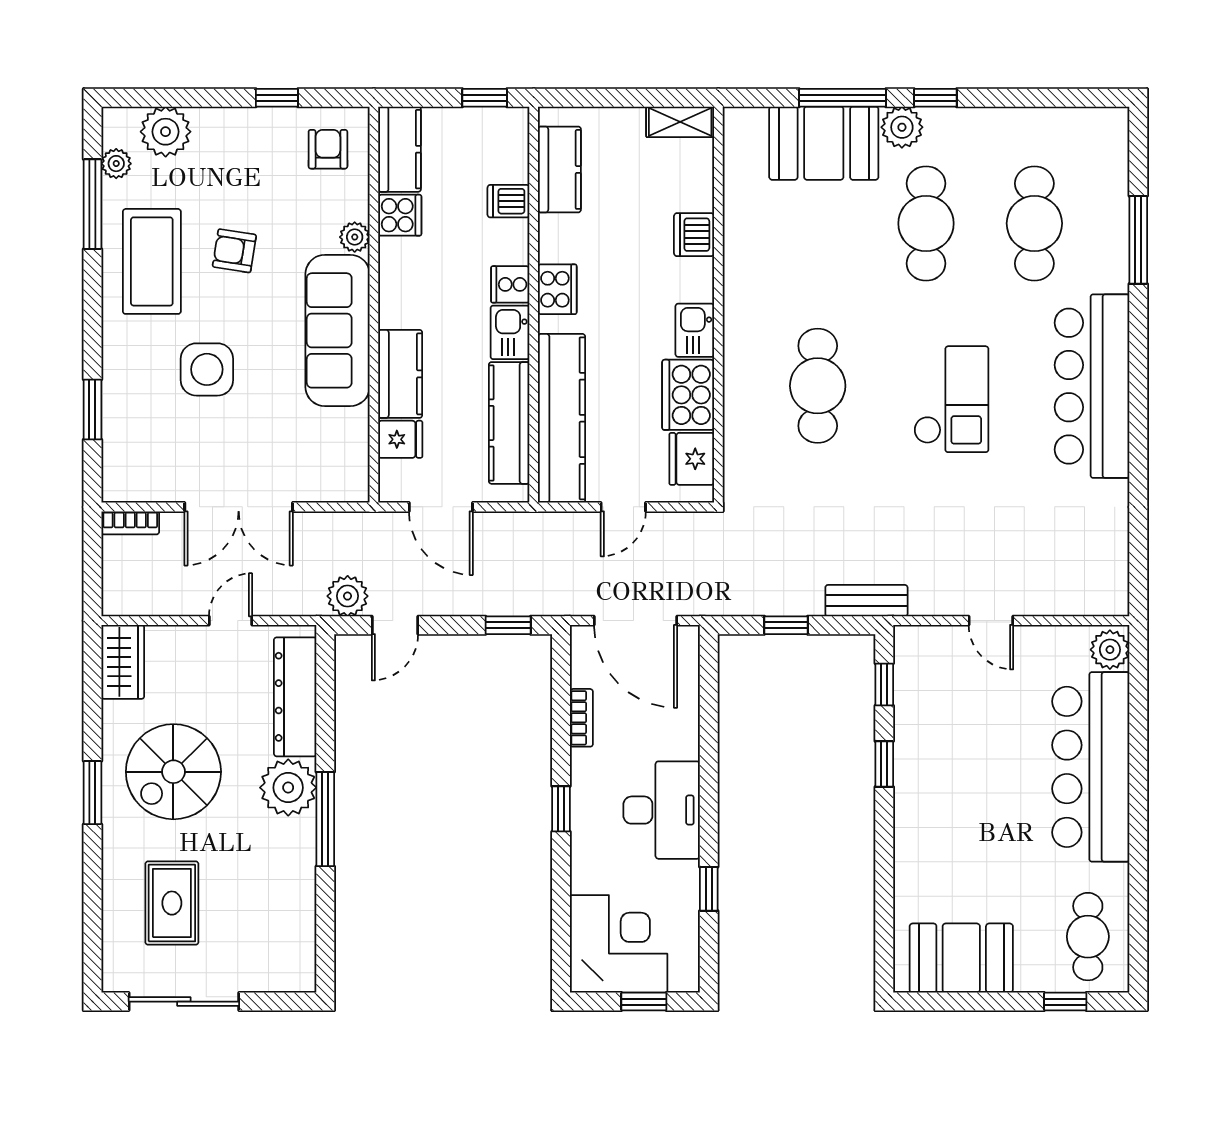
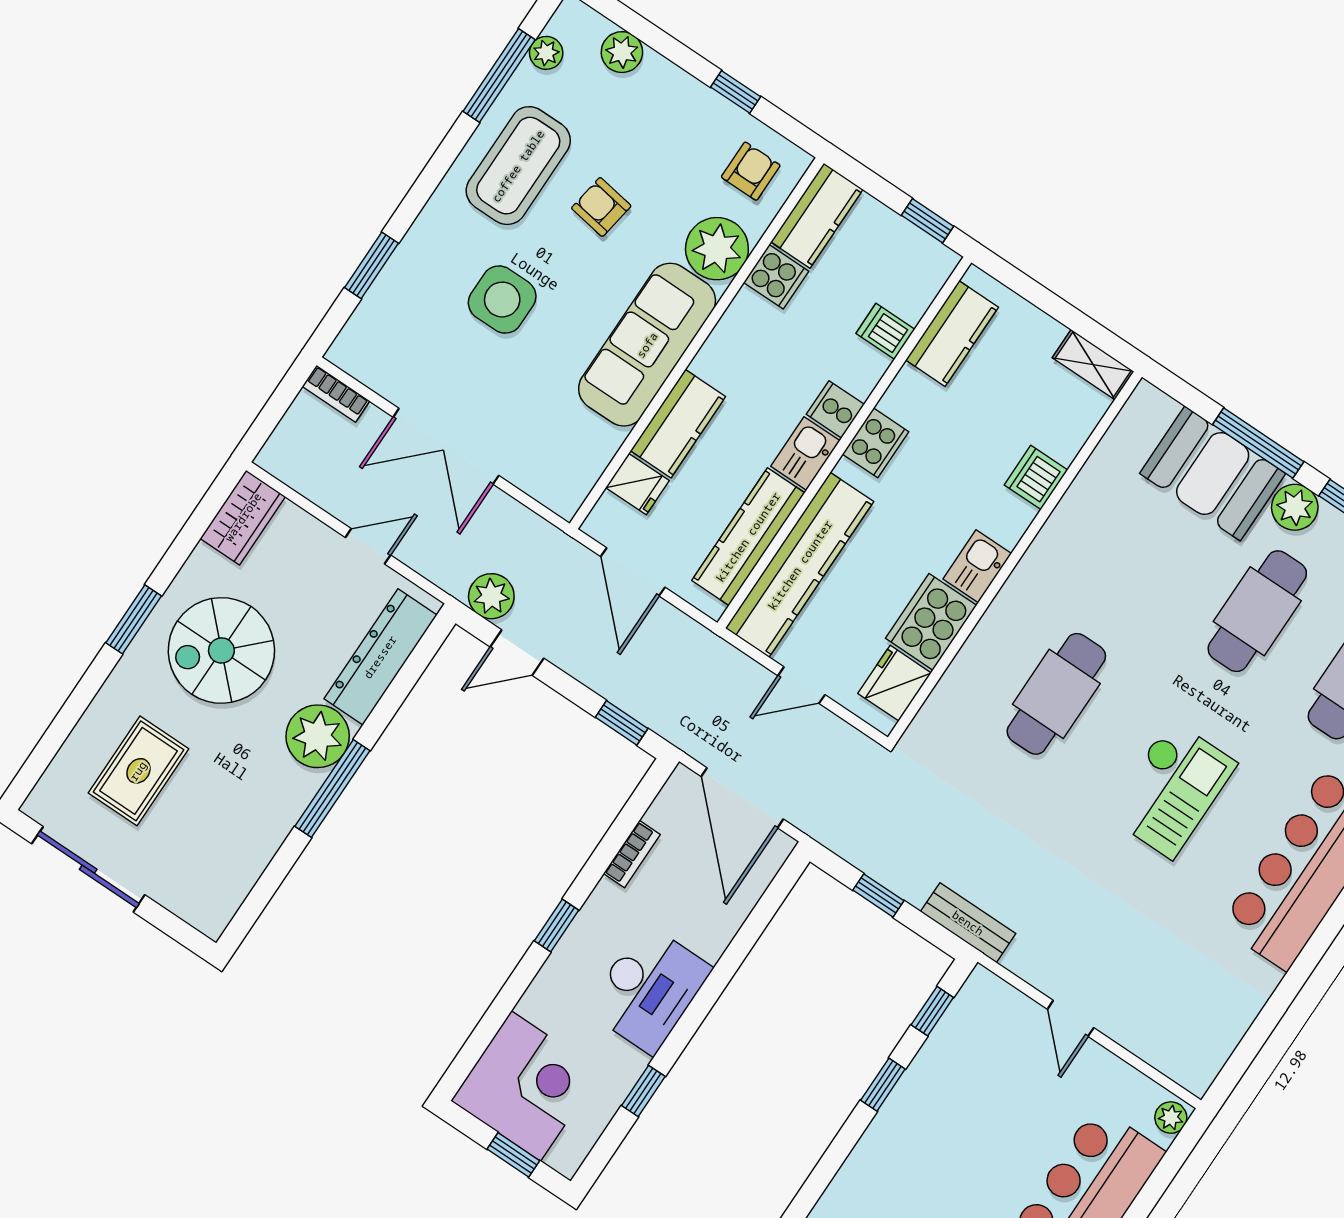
plant: (166, 132) -> (622, 52), width x0.73, depth x0.73
plant: (355, 237) -> (717, 249), width x1.87, depth x1.87
plant: (1110, 650) -> (1171, 1118), width x0.73, depth x0.73

